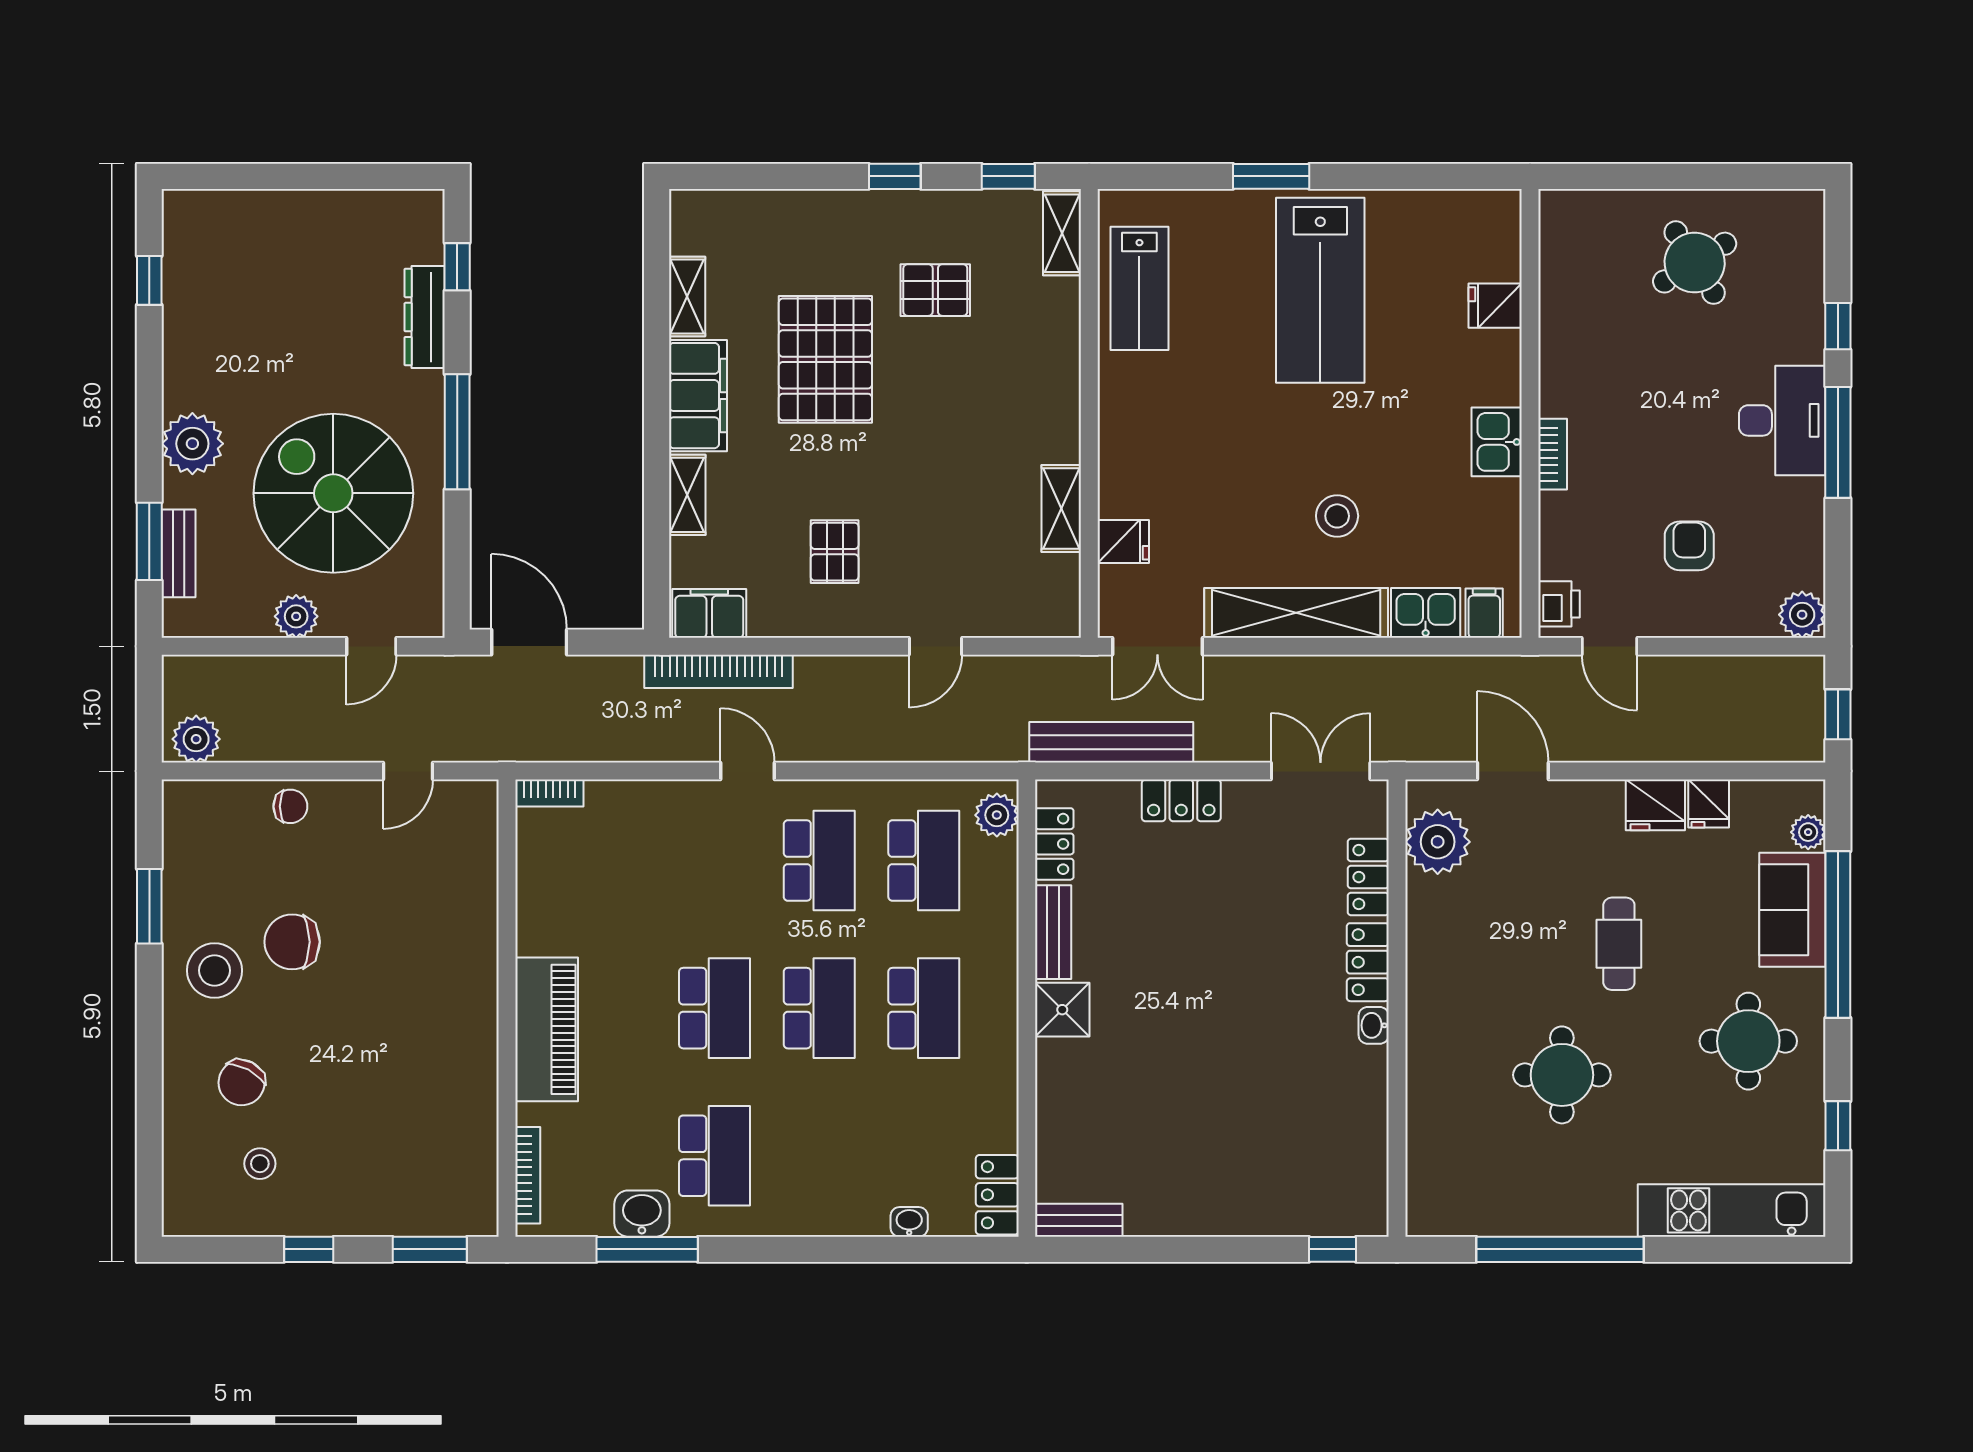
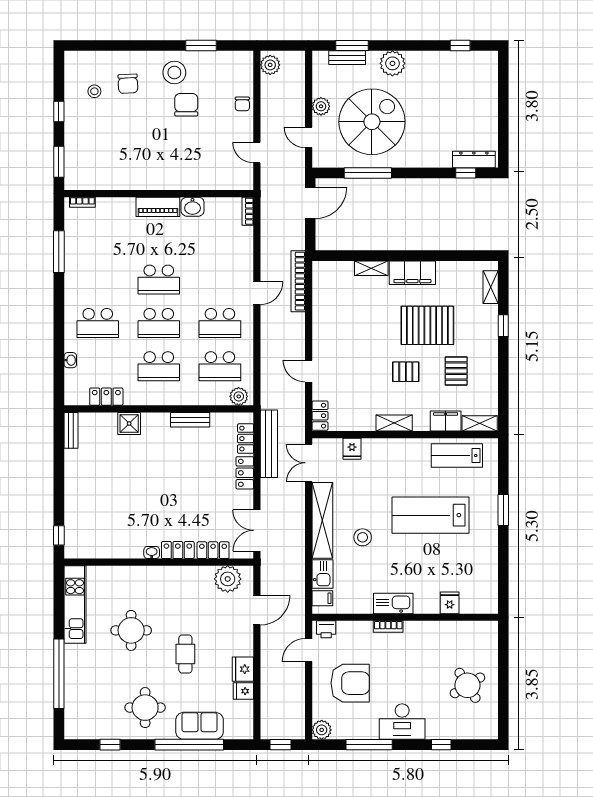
window: (895, 176) -> (503, 326), moved
window: (1008, 176) -> (503, 401), removed
lab bench: (1320, 290) -> (430, 515), moved
shelving: (687, 296) -> (491, 287), moved, turned 90
dresser: (425, 317) -> (474, 159), moved
window: (457, 432) -> (368, 173), moved
kitchen sink: (1497, 442) -> (393, 603), width x1.38
window: (1838, 442) -> (369, 745), moved
shelving: (1061, 508) -> (394, 423), moved
armchair: (1689, 546) -> (350, 683), width x1.88, depth x1.88
pallet: (835, 552) -> (406, 372), moved
filing cabinet: (709, 613) -> (446, 421), moved, turned -90
locker: (1043, 619) -> (320, 416), added
double door: (1321, 771) -> (257, 530), swing flipped
plant: (1808, 832) -> (232, 732), removed
locker: (1054, 844) -> (246, 439), moved, turned 90
cafe table: (1619, 944) -> (185, 654), turned 90
shower: (1062, 1010) -> (129, 424), moved
piano: (547, 1029) -> (158, 207), width x0.73, depth x0.75
chair: (242, 1083) -> (128, 84), turned -121
school desk: (715, 1156) -> (98, 323), moved
bookcase: (528, 1175) -> (82, 202), width x0.64
locker: (997, 1195) -> (106, 397), moved
kitchen unit: (1732, 1210) -> (75, 605), moved
washbasin: (642, 1214) -> (193, 207), moved, turned 90
window: (1560, 1249) -> (59, 674), moved

